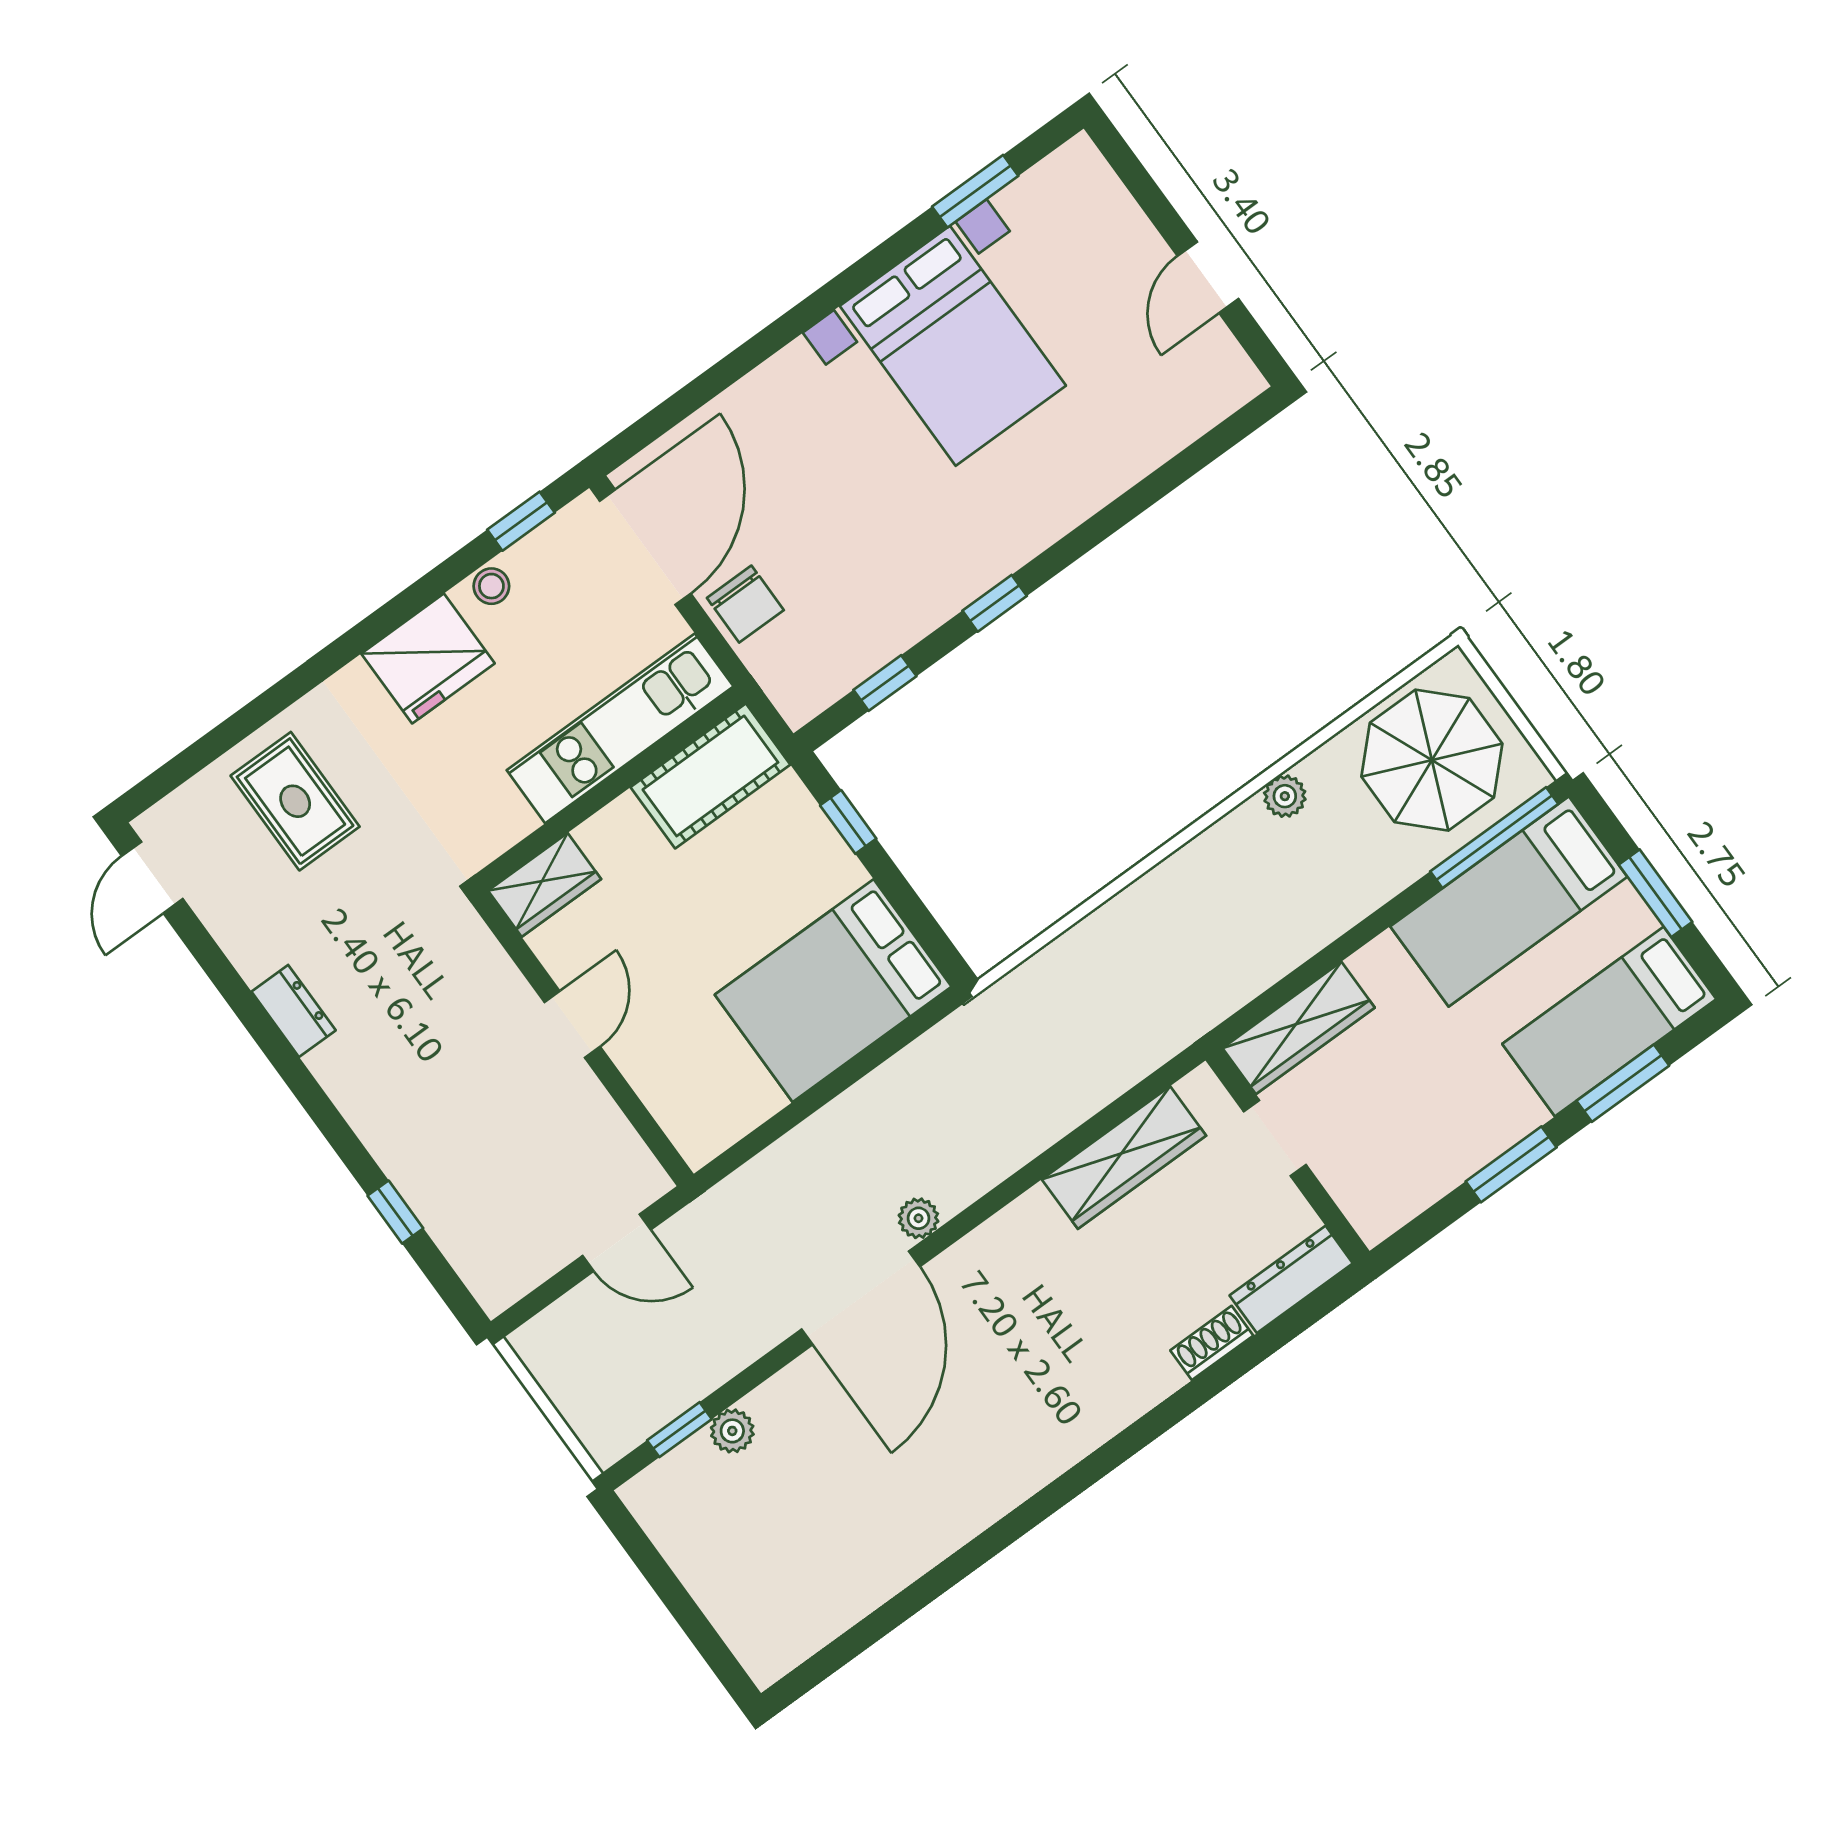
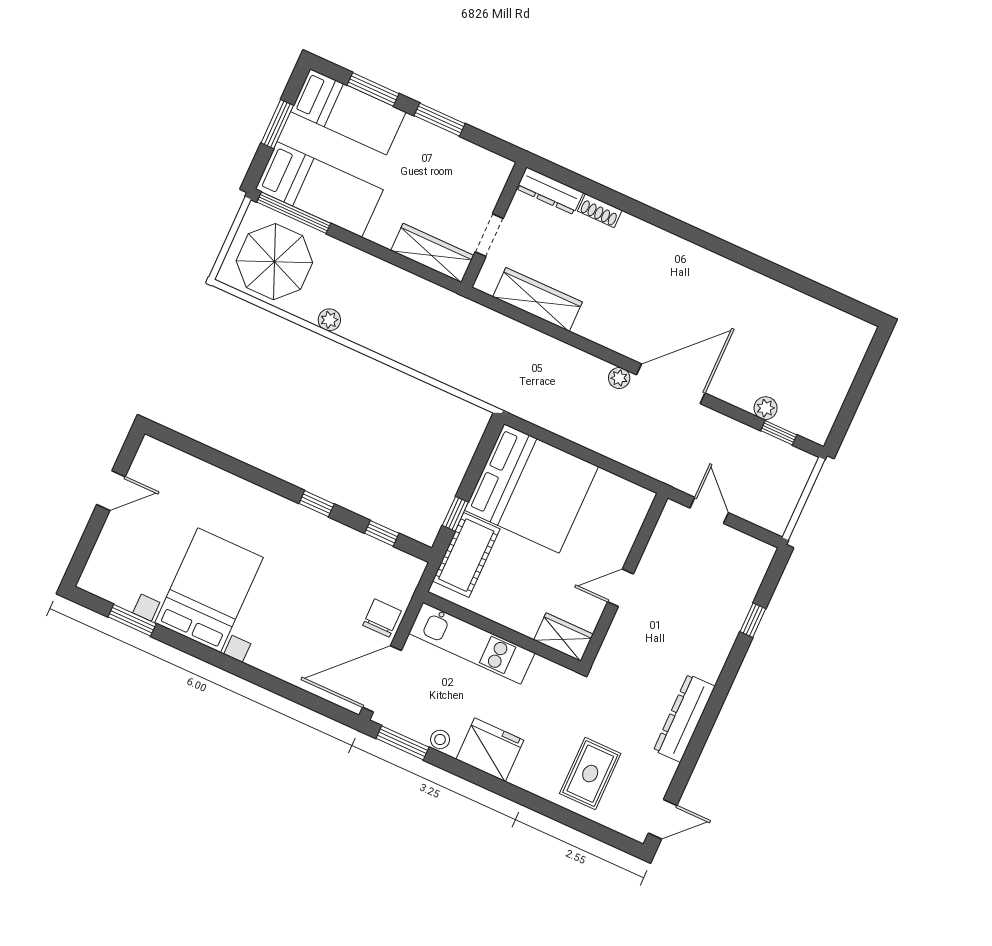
window: (521, 521) -> (402, 743), width x1.50
cot: (710, 776) -> (466, 555), moved, turned 90
bed: (833, 991) -> (532, 488), width x1.36
dresser: (294, 1011) -> (684, 718), width x1.96, depth x1.24

